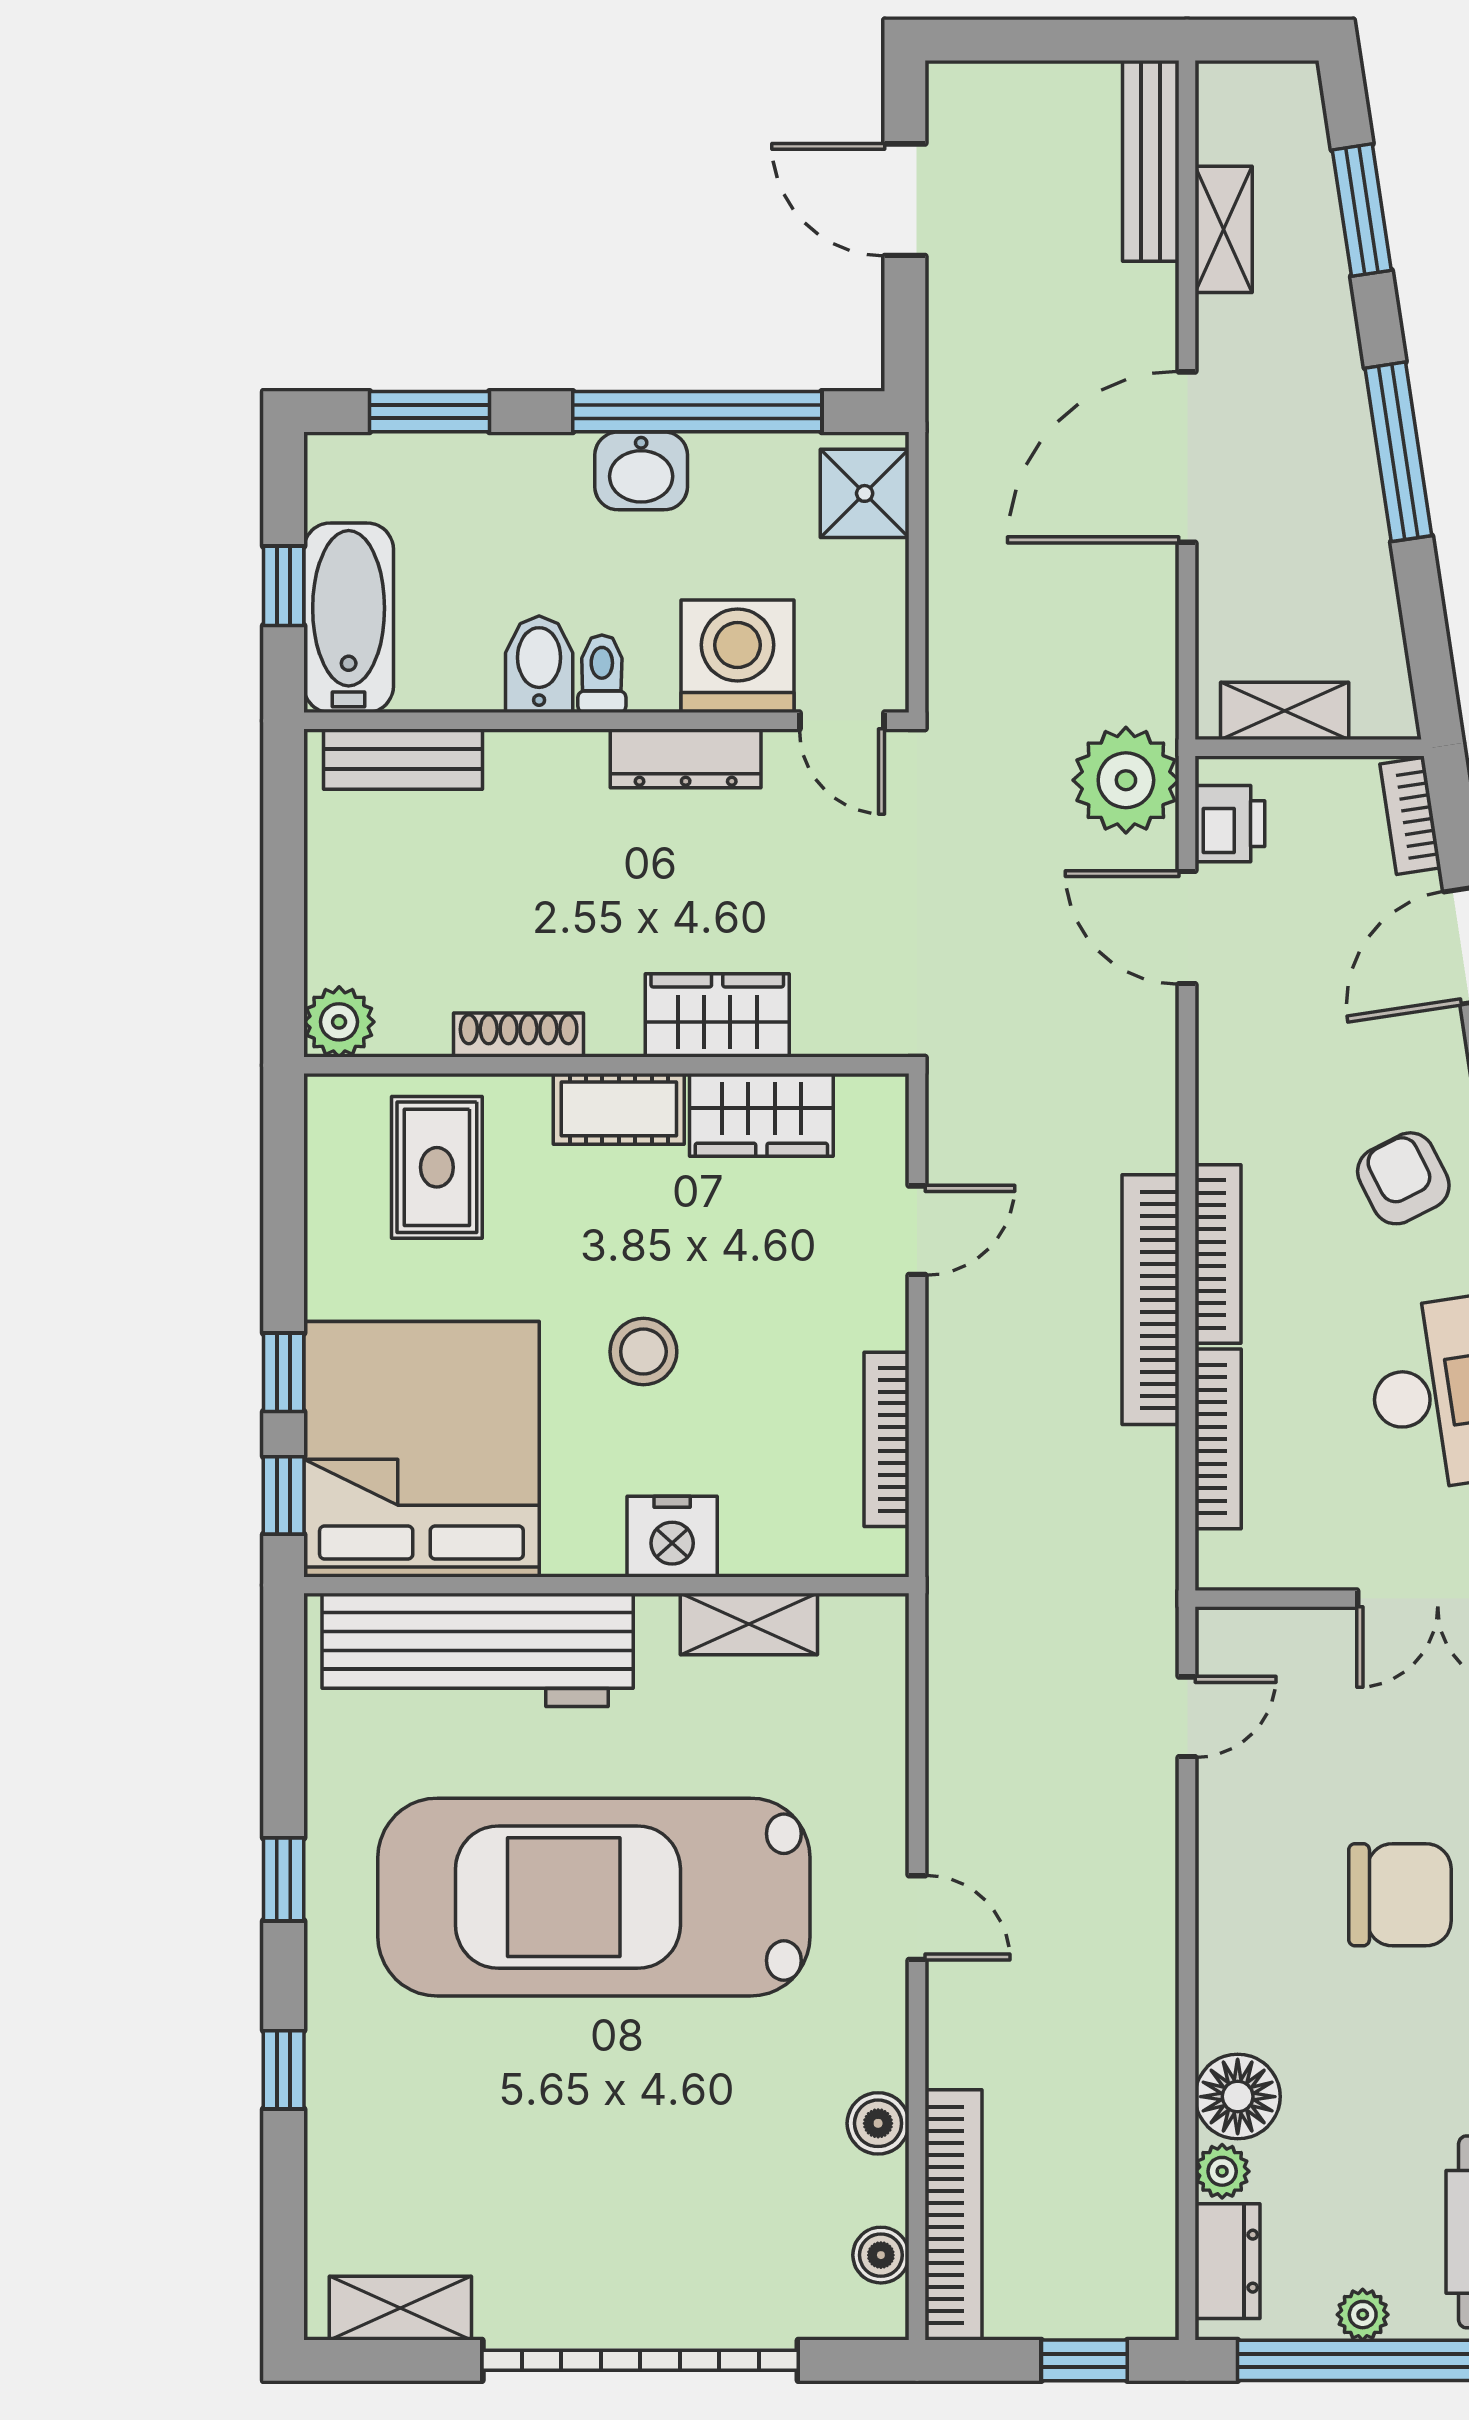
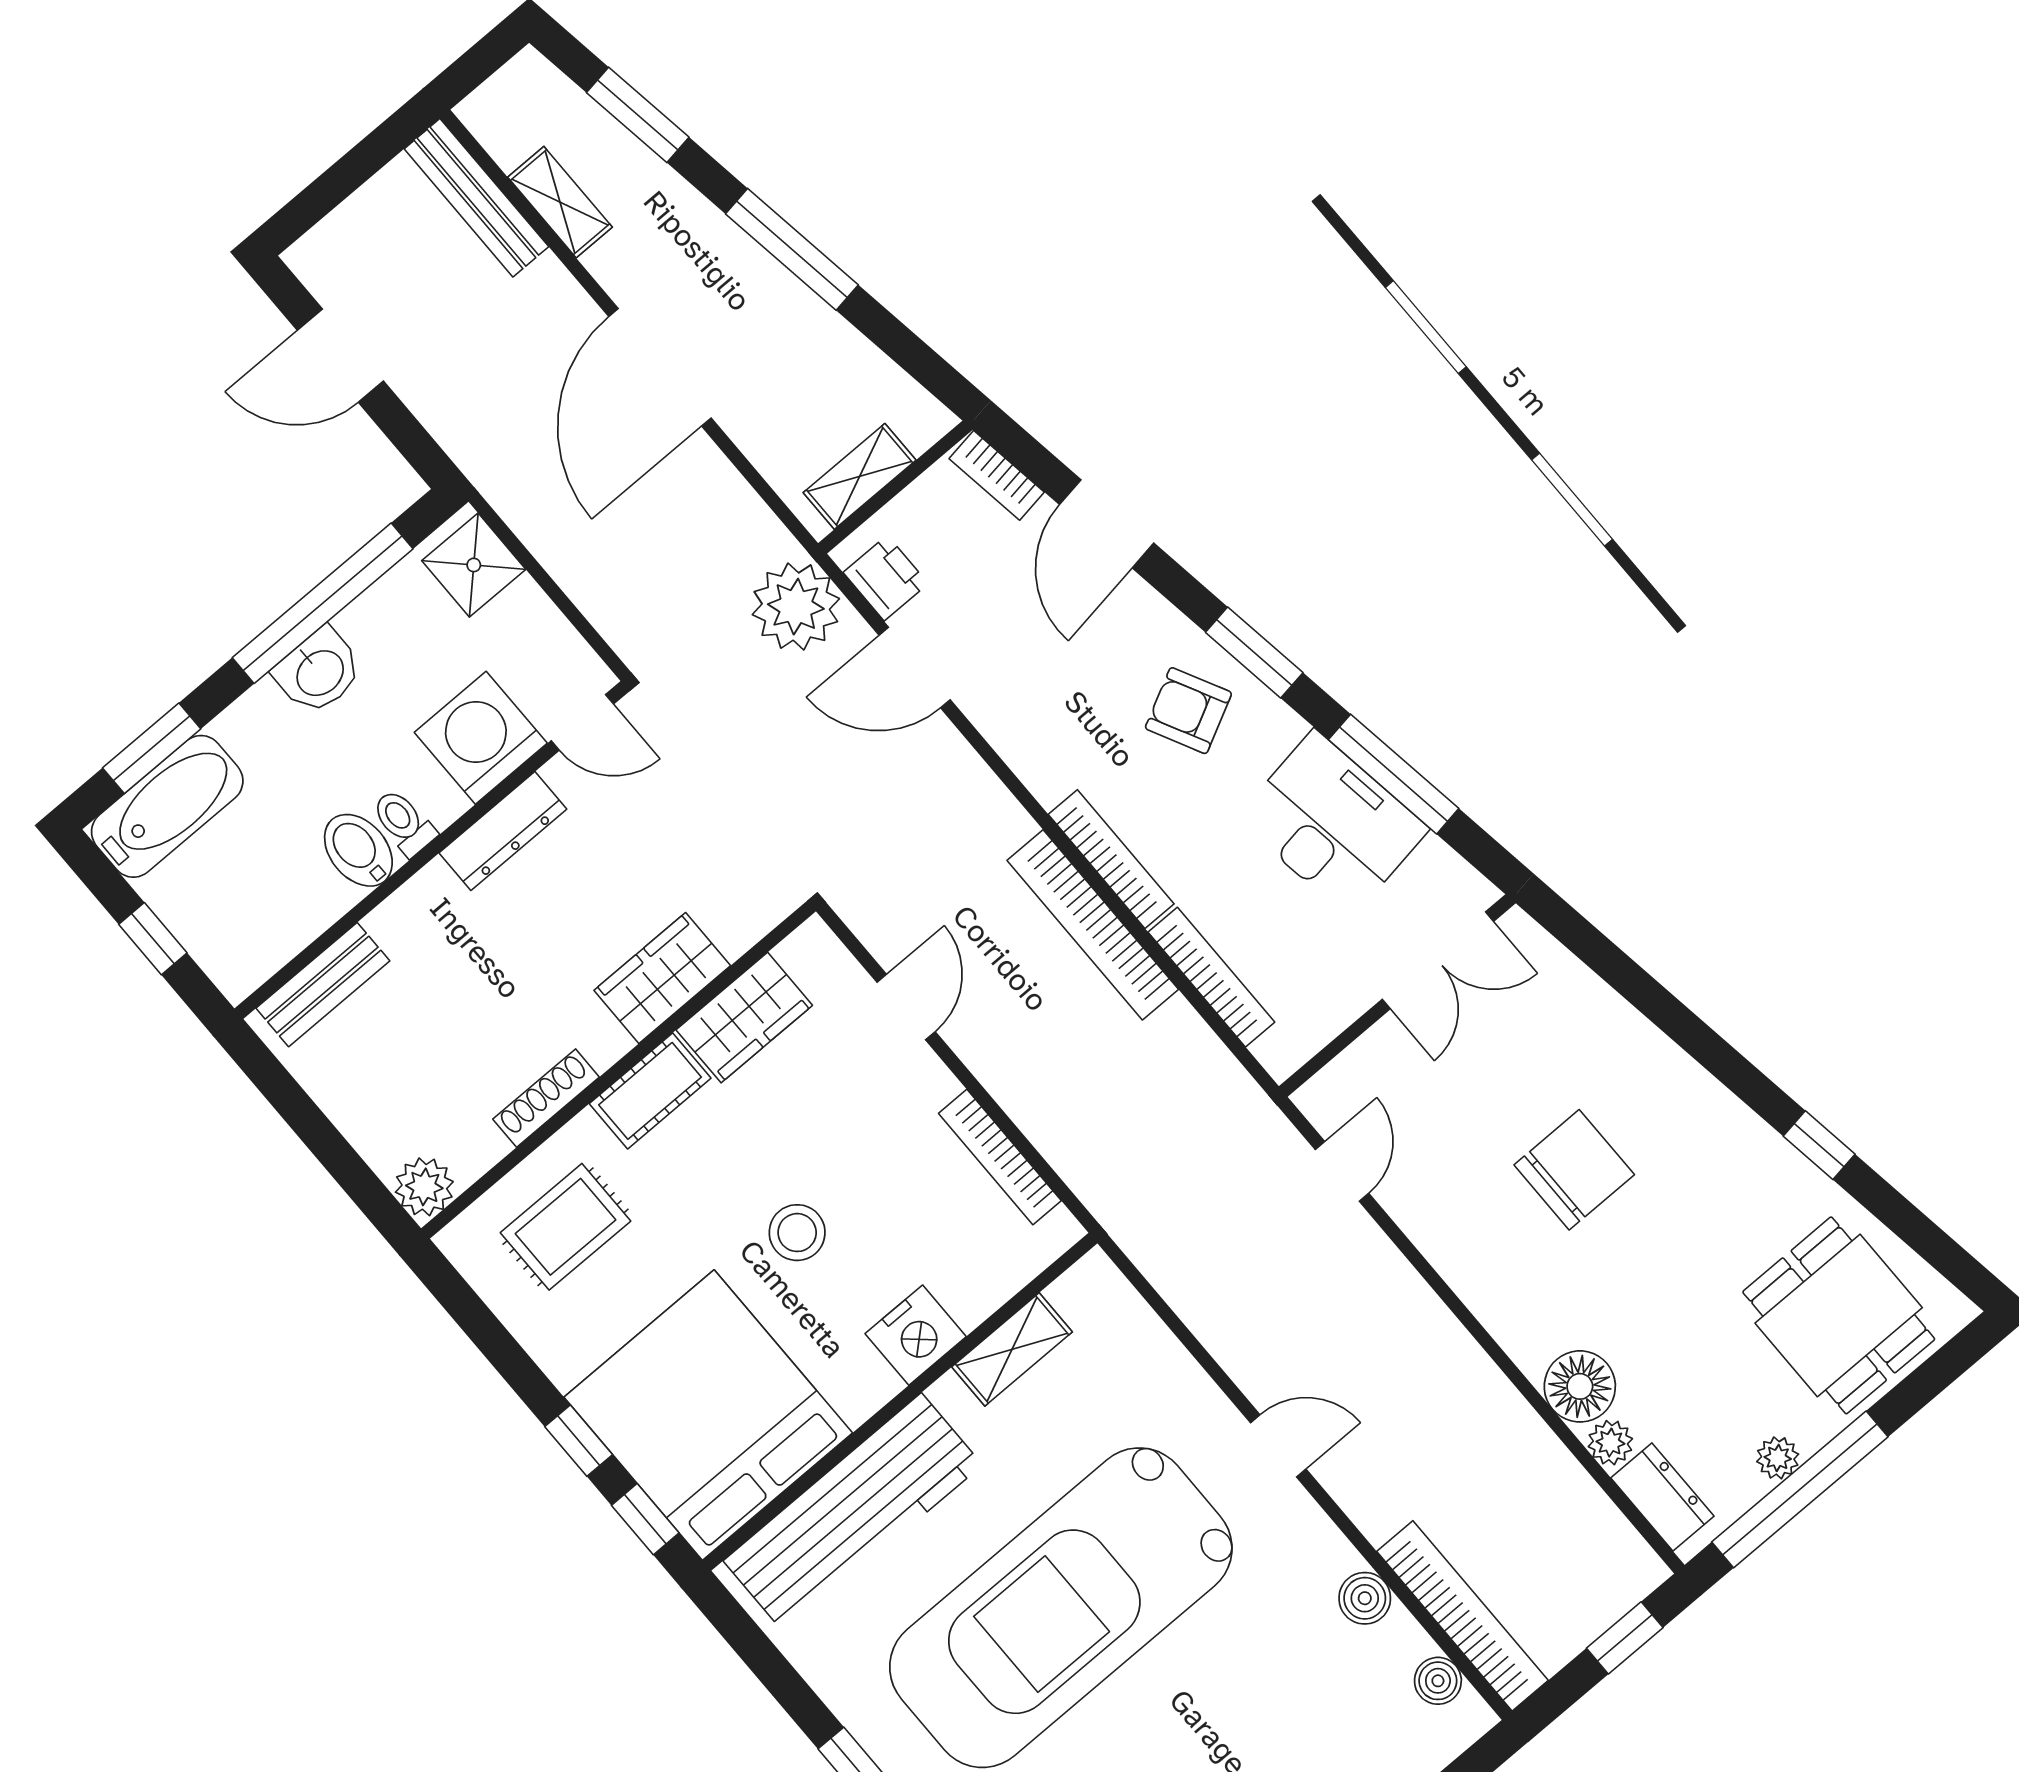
bathtub: (349, 618) -> (167, 806), moved, turned 90
rug: (437, 1167) -> (565, 1227), turned 90

